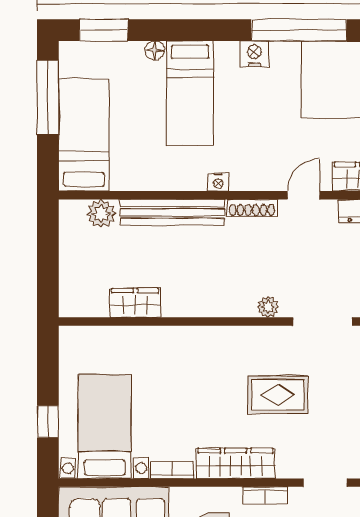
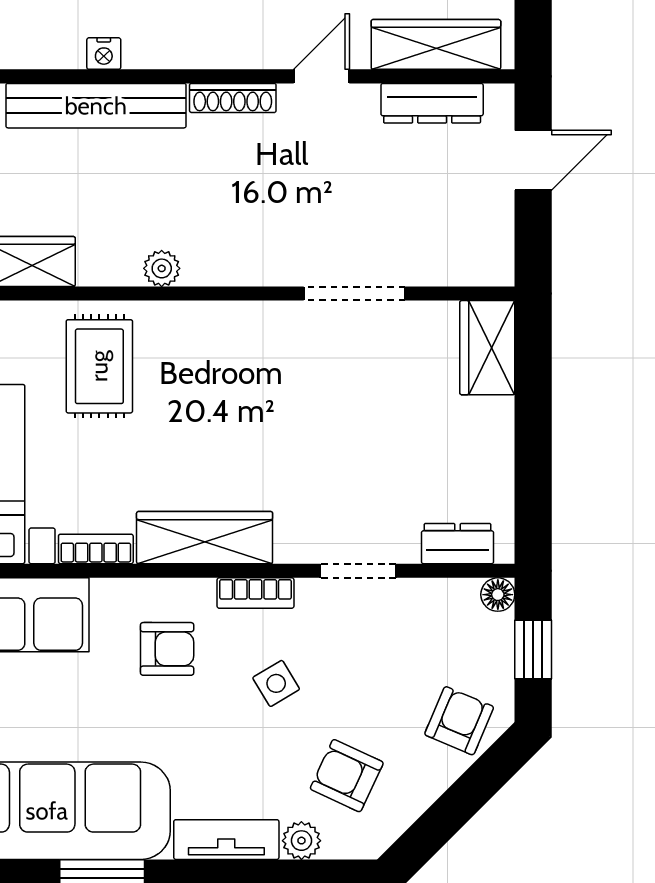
nightstand: (218, 182) -> (104, 54), moved
plant: (268, 307) -> (162, 268), moved
rug: (278, 395) -> (99, 366), moved, turned 90

